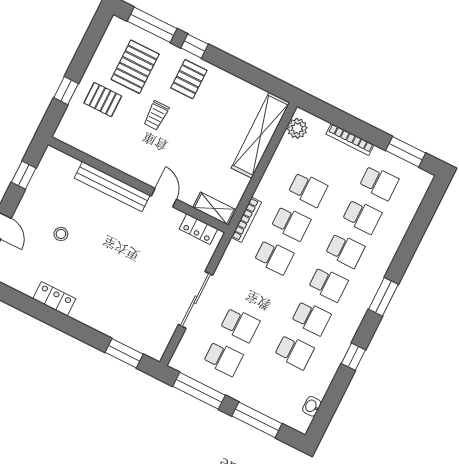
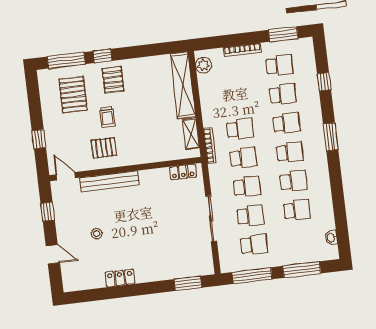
pallet: (103, 100) -> (104, 148), moved
school desk: (308, 189) -> (247, 187), moved
door: (164, 198) -> (66, 176), moved
shelving: (214, 209) -> (191, 134), moved, turned 90
window: (353, 357) -> (324, 82), moved

